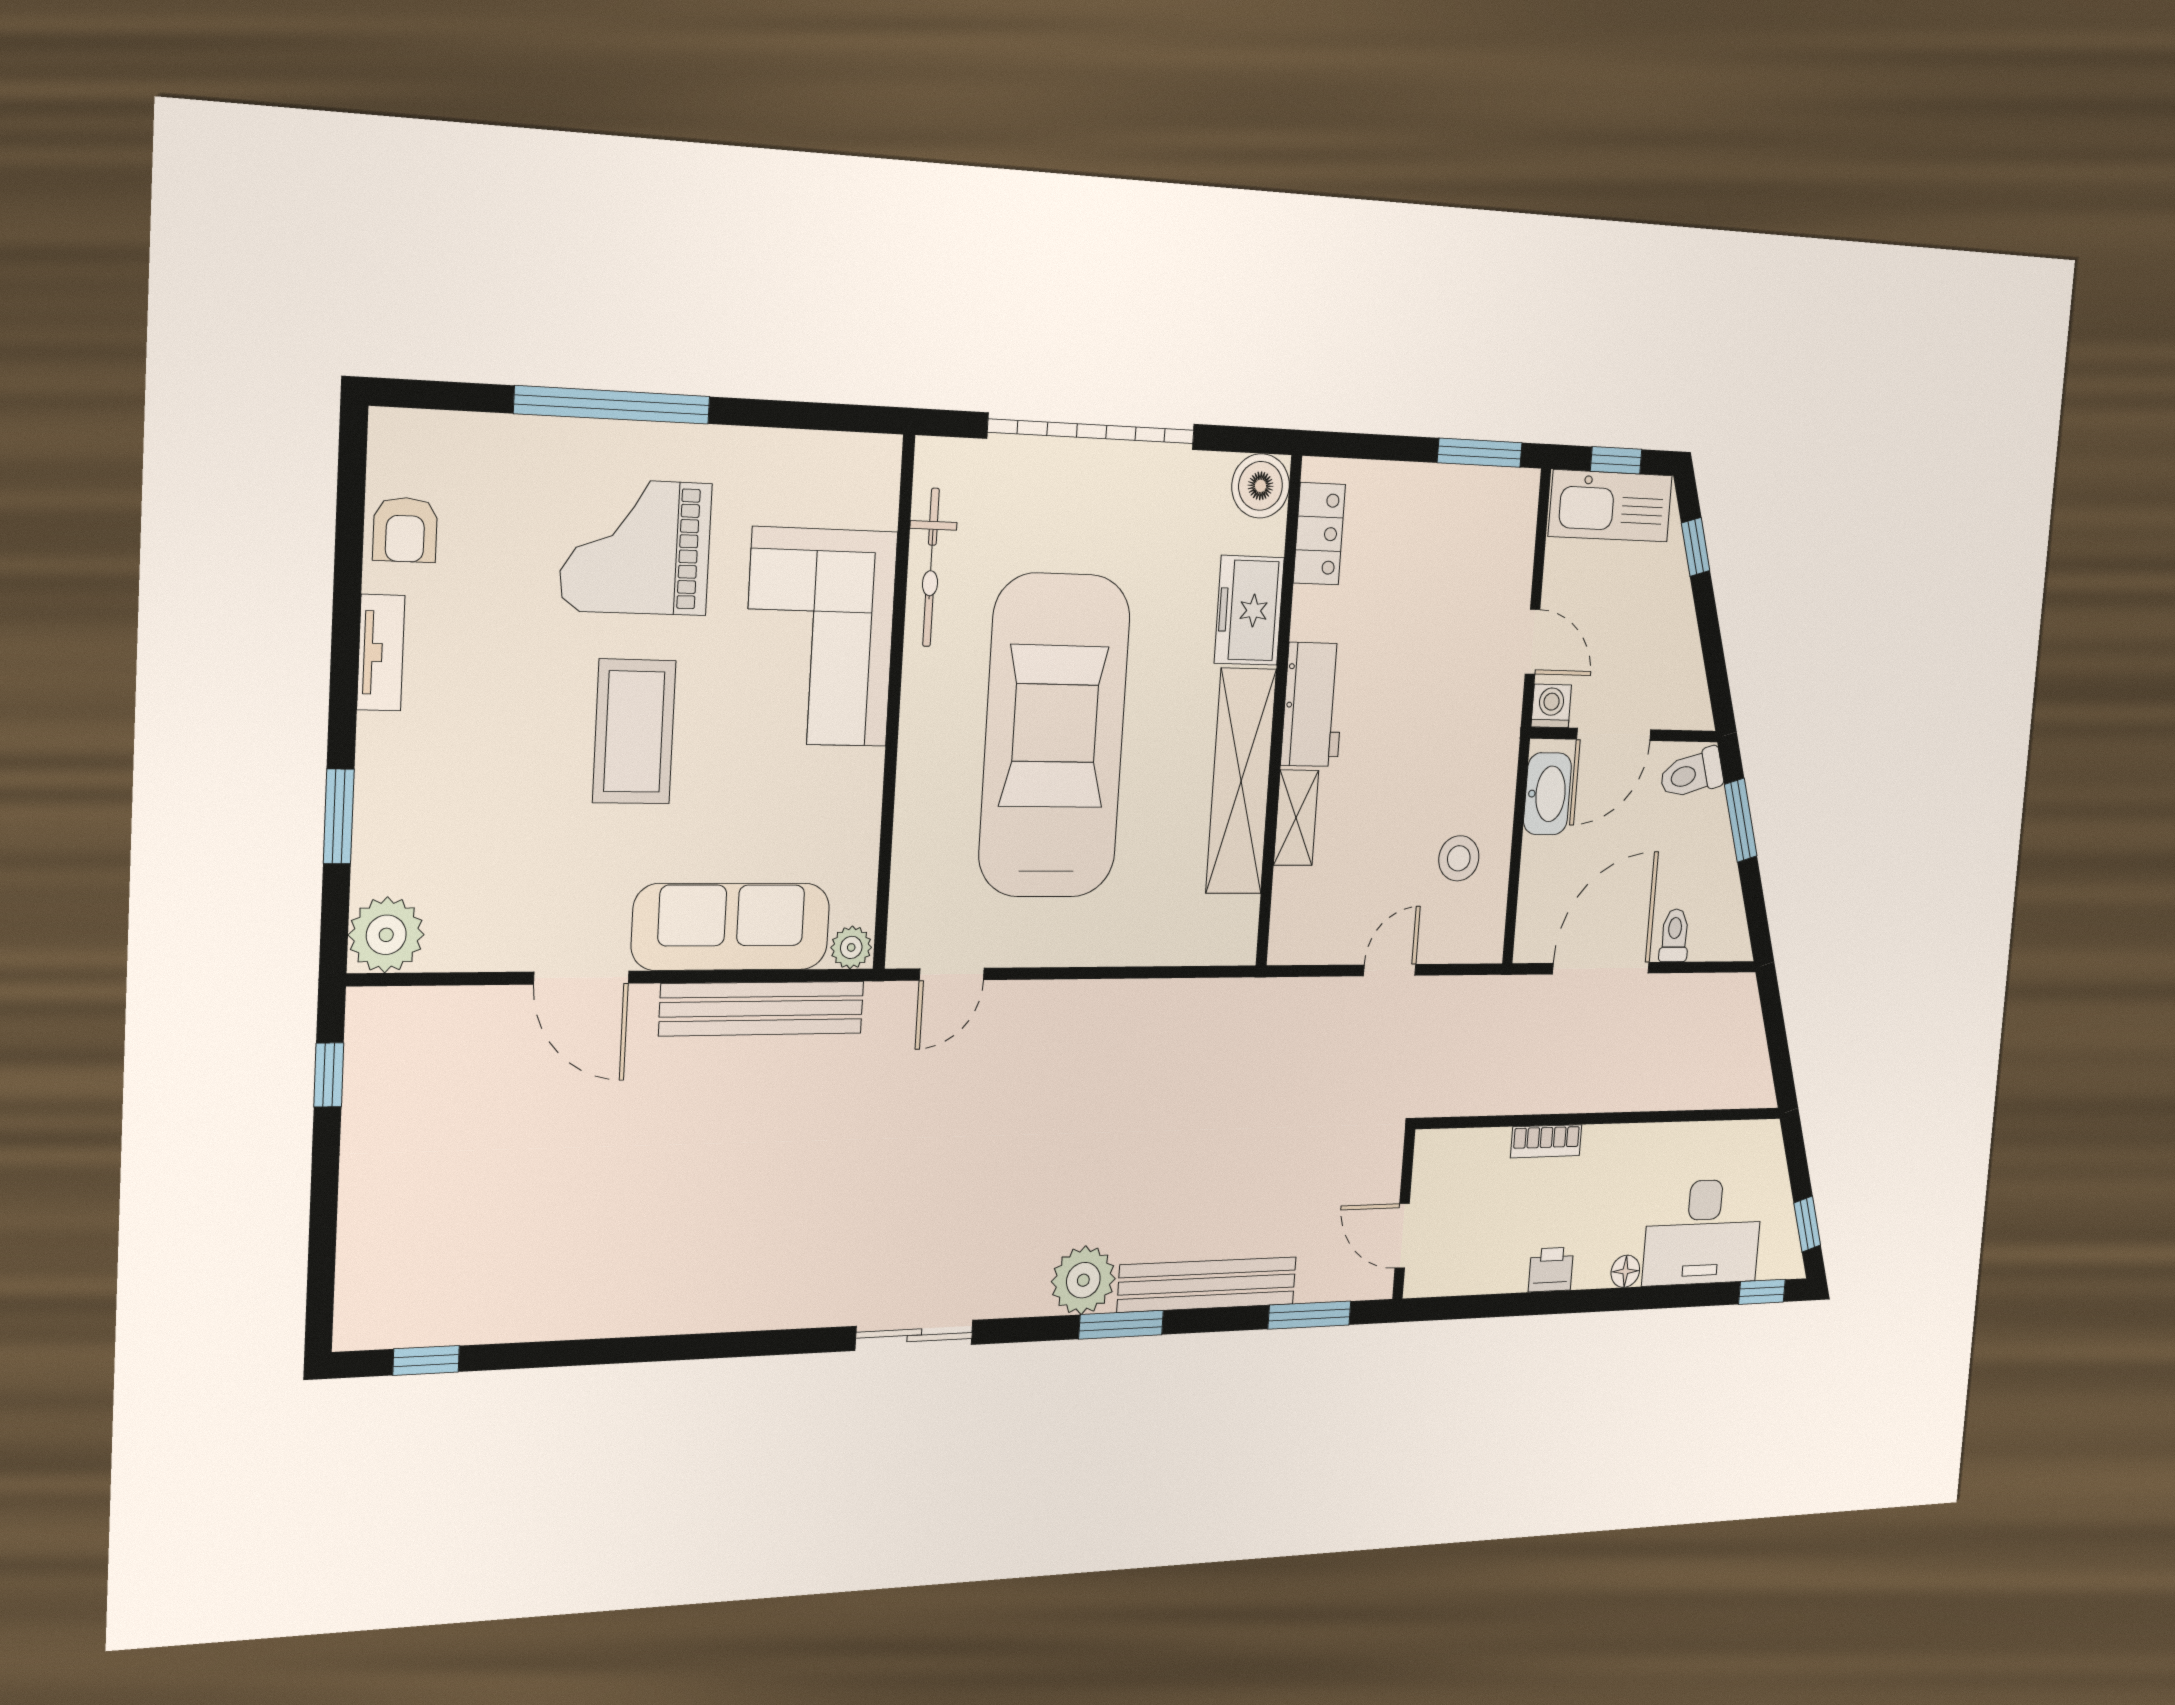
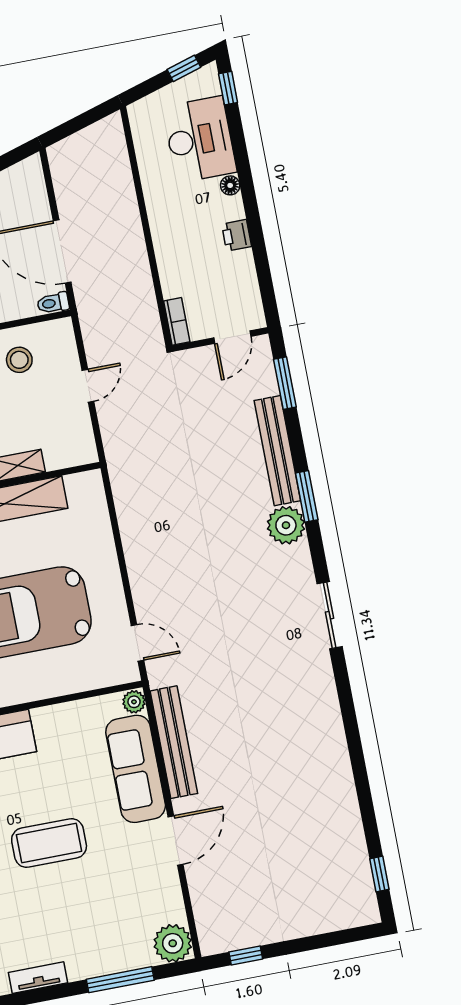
window: (339, 816) -> (120, 980), width x1.44
toilet: (1674, 935) -> (53, 303), moved
door: (1390, 970) -> (88, 386), swing flipped
bookcase: (1546, 1141) -> (177, 321), moved

